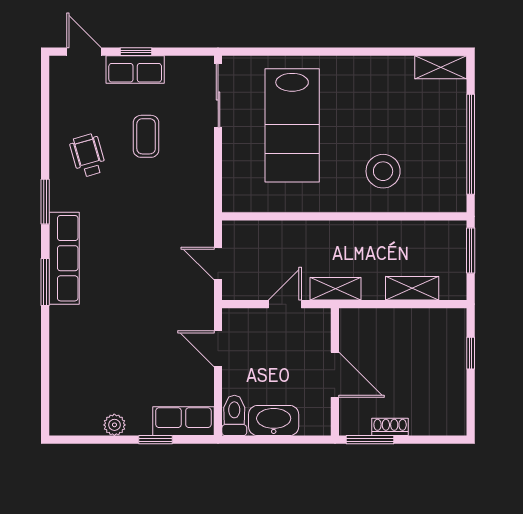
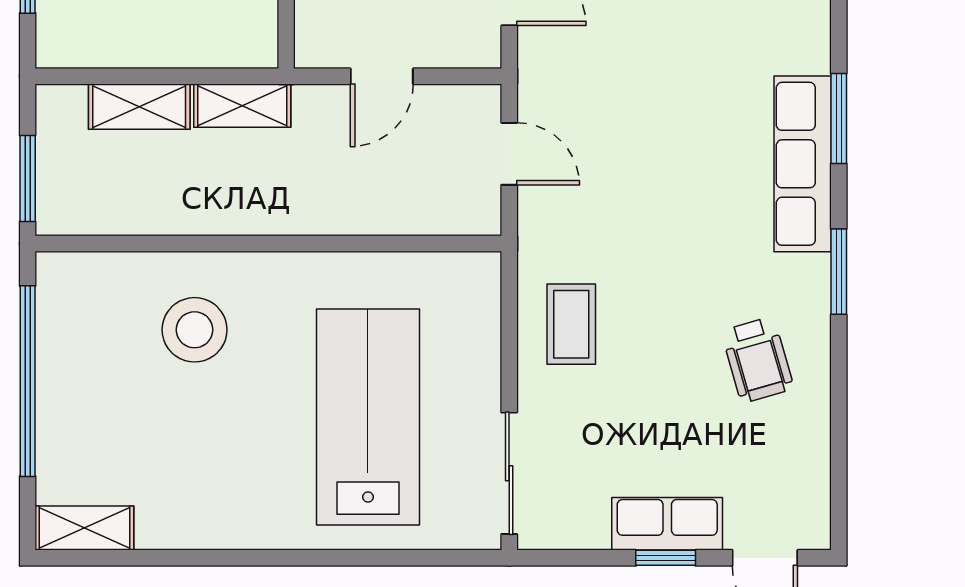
coffee table: (146, 136) -> (571, 324), moved
shelving: (336, 289) -> (242, 106), moved

